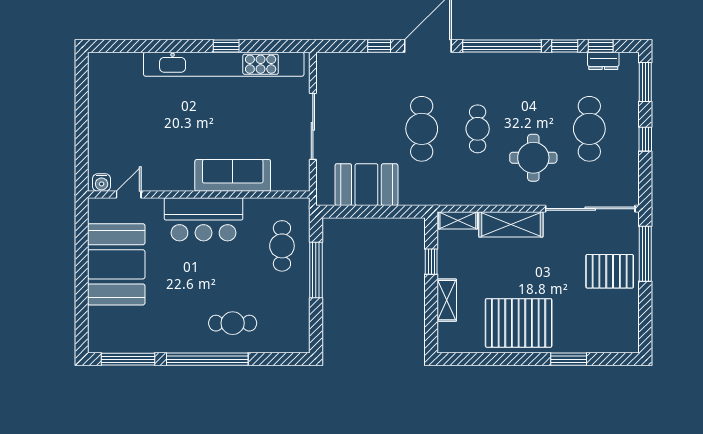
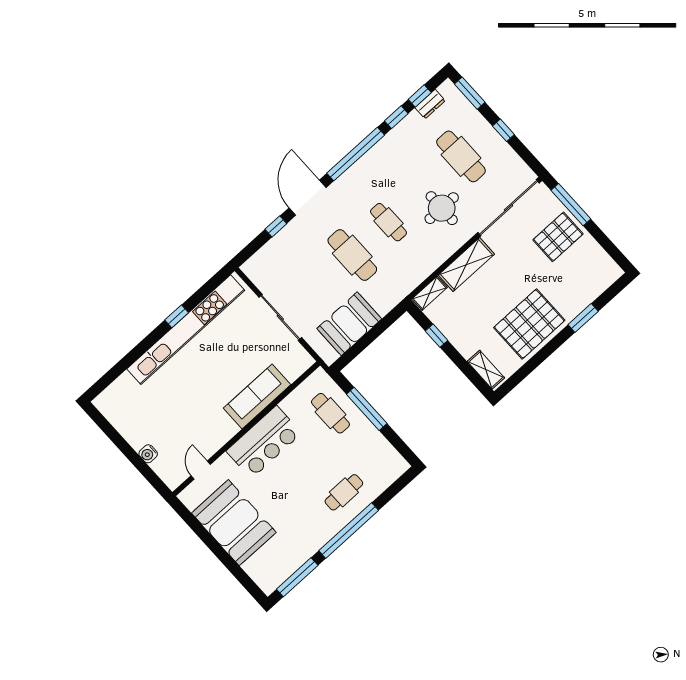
water cooler: (102, 183) -> (148, 454), moved, turned 90
shelving: (447, 300) -> (486, 370), moved

